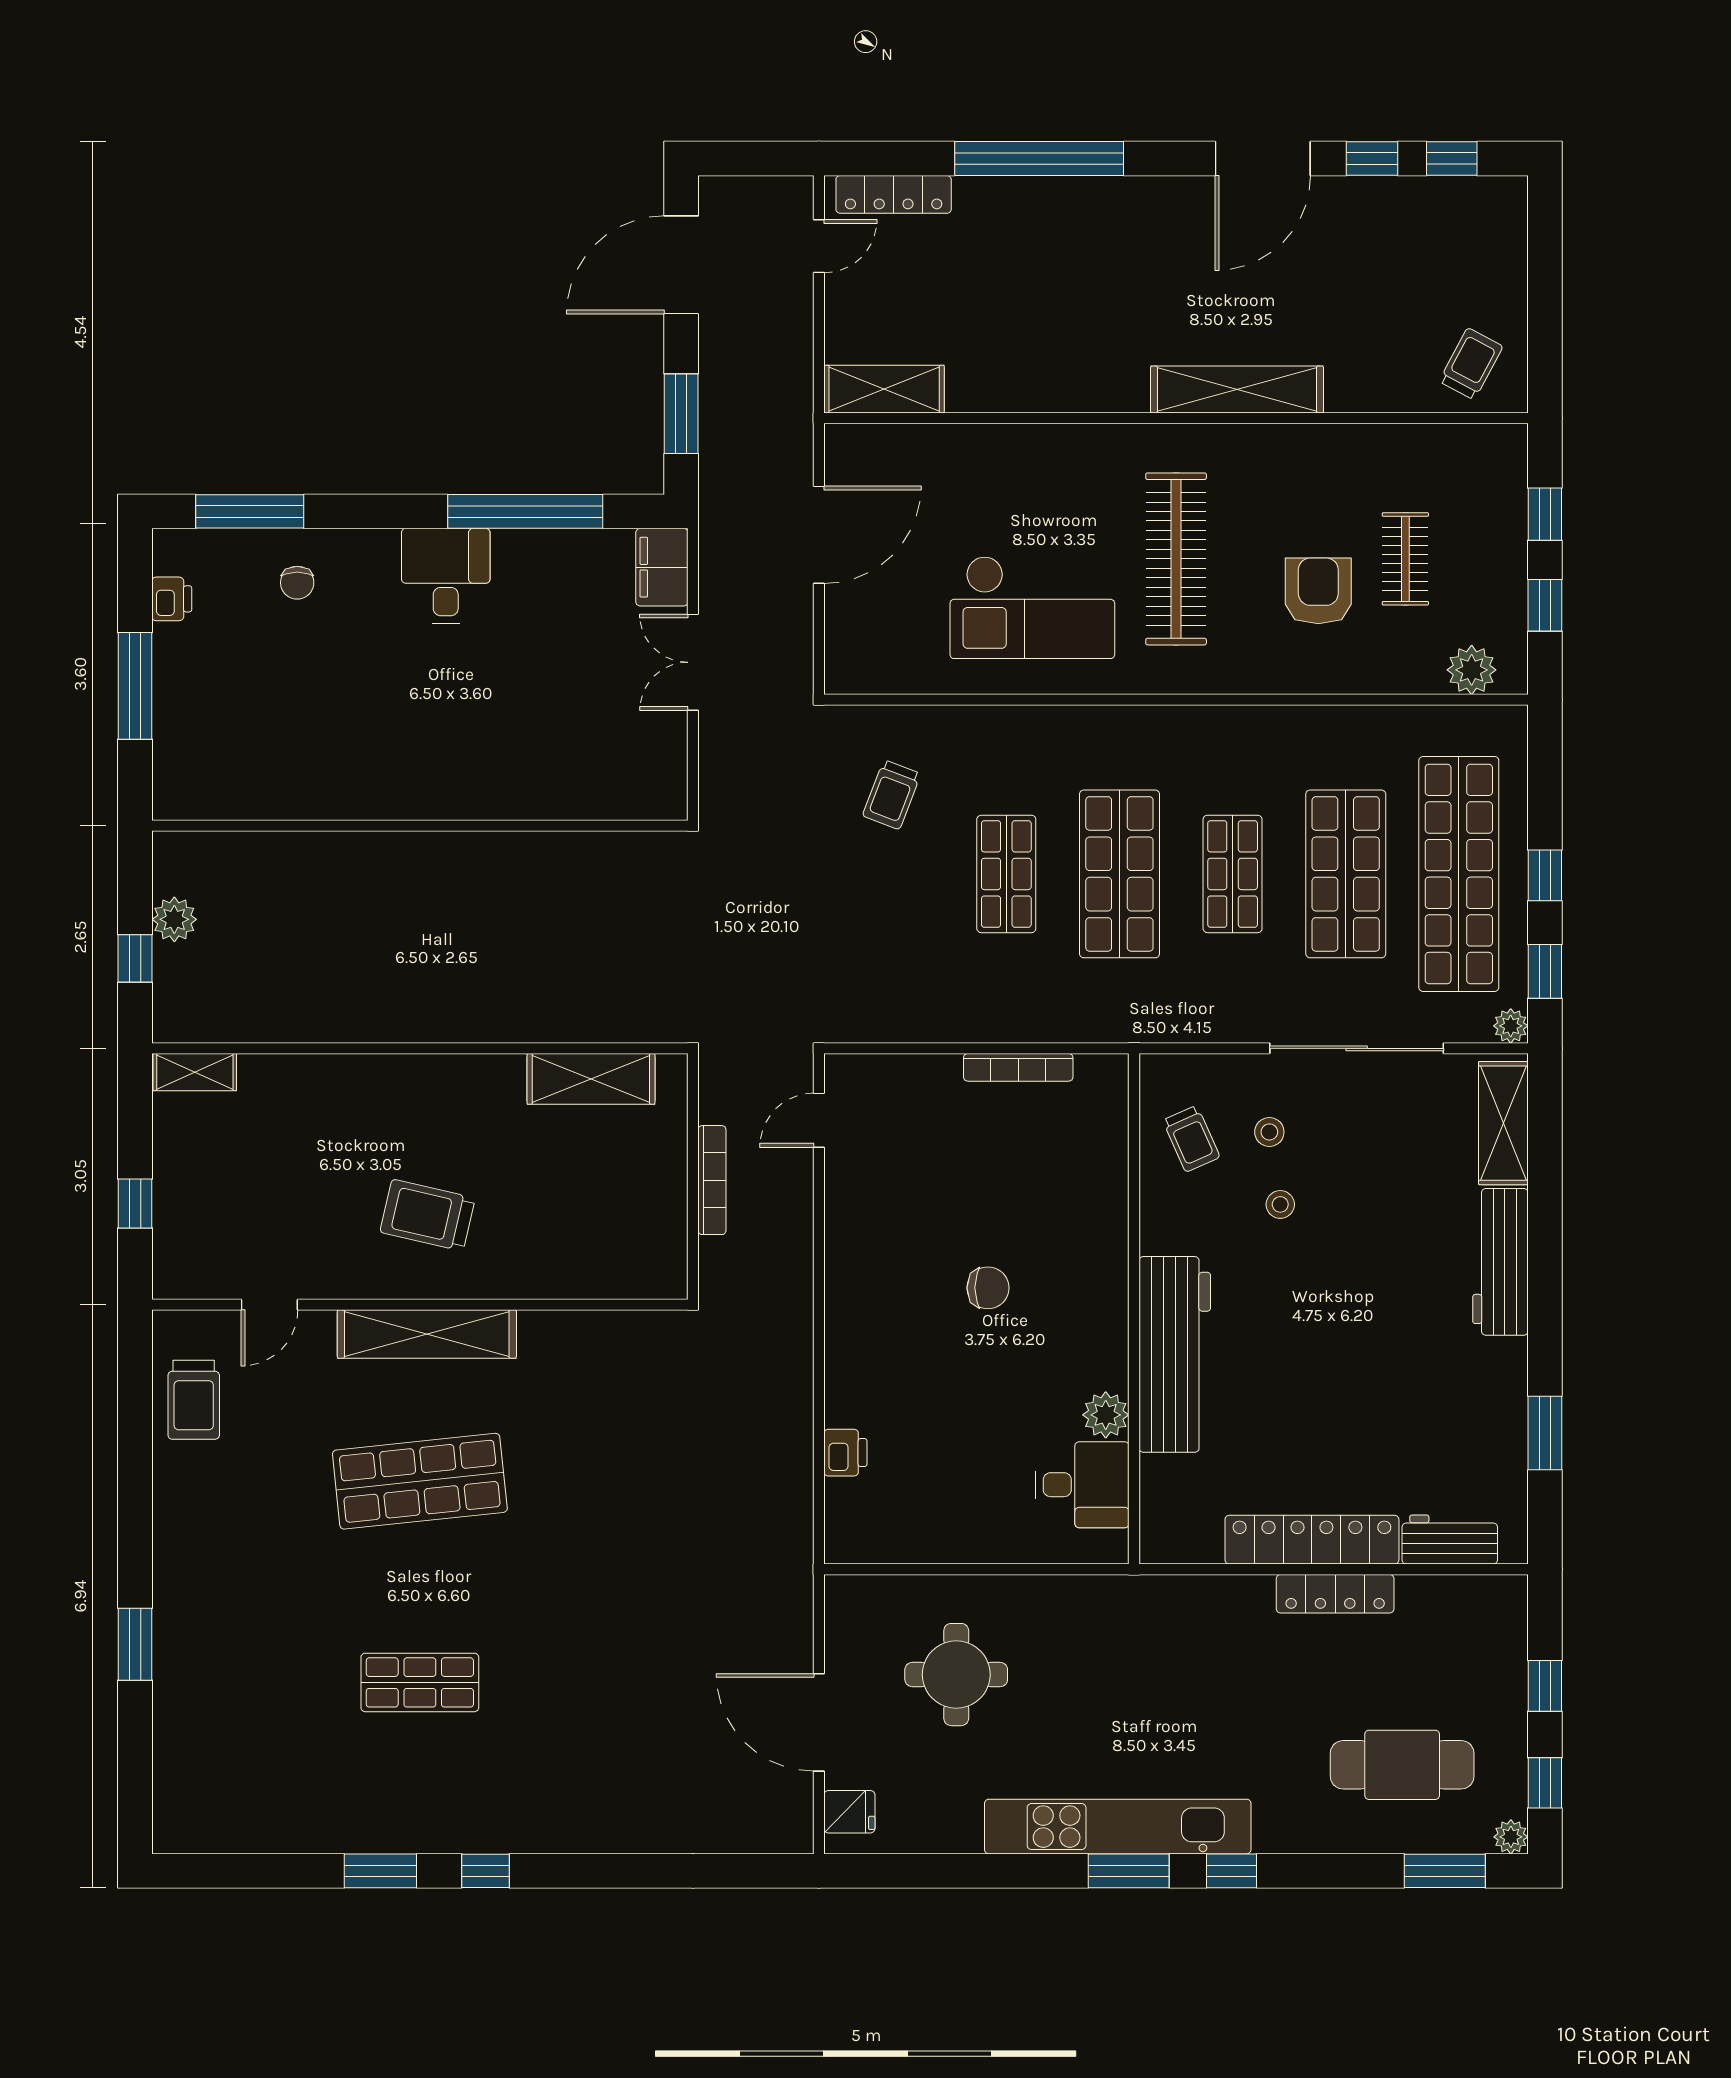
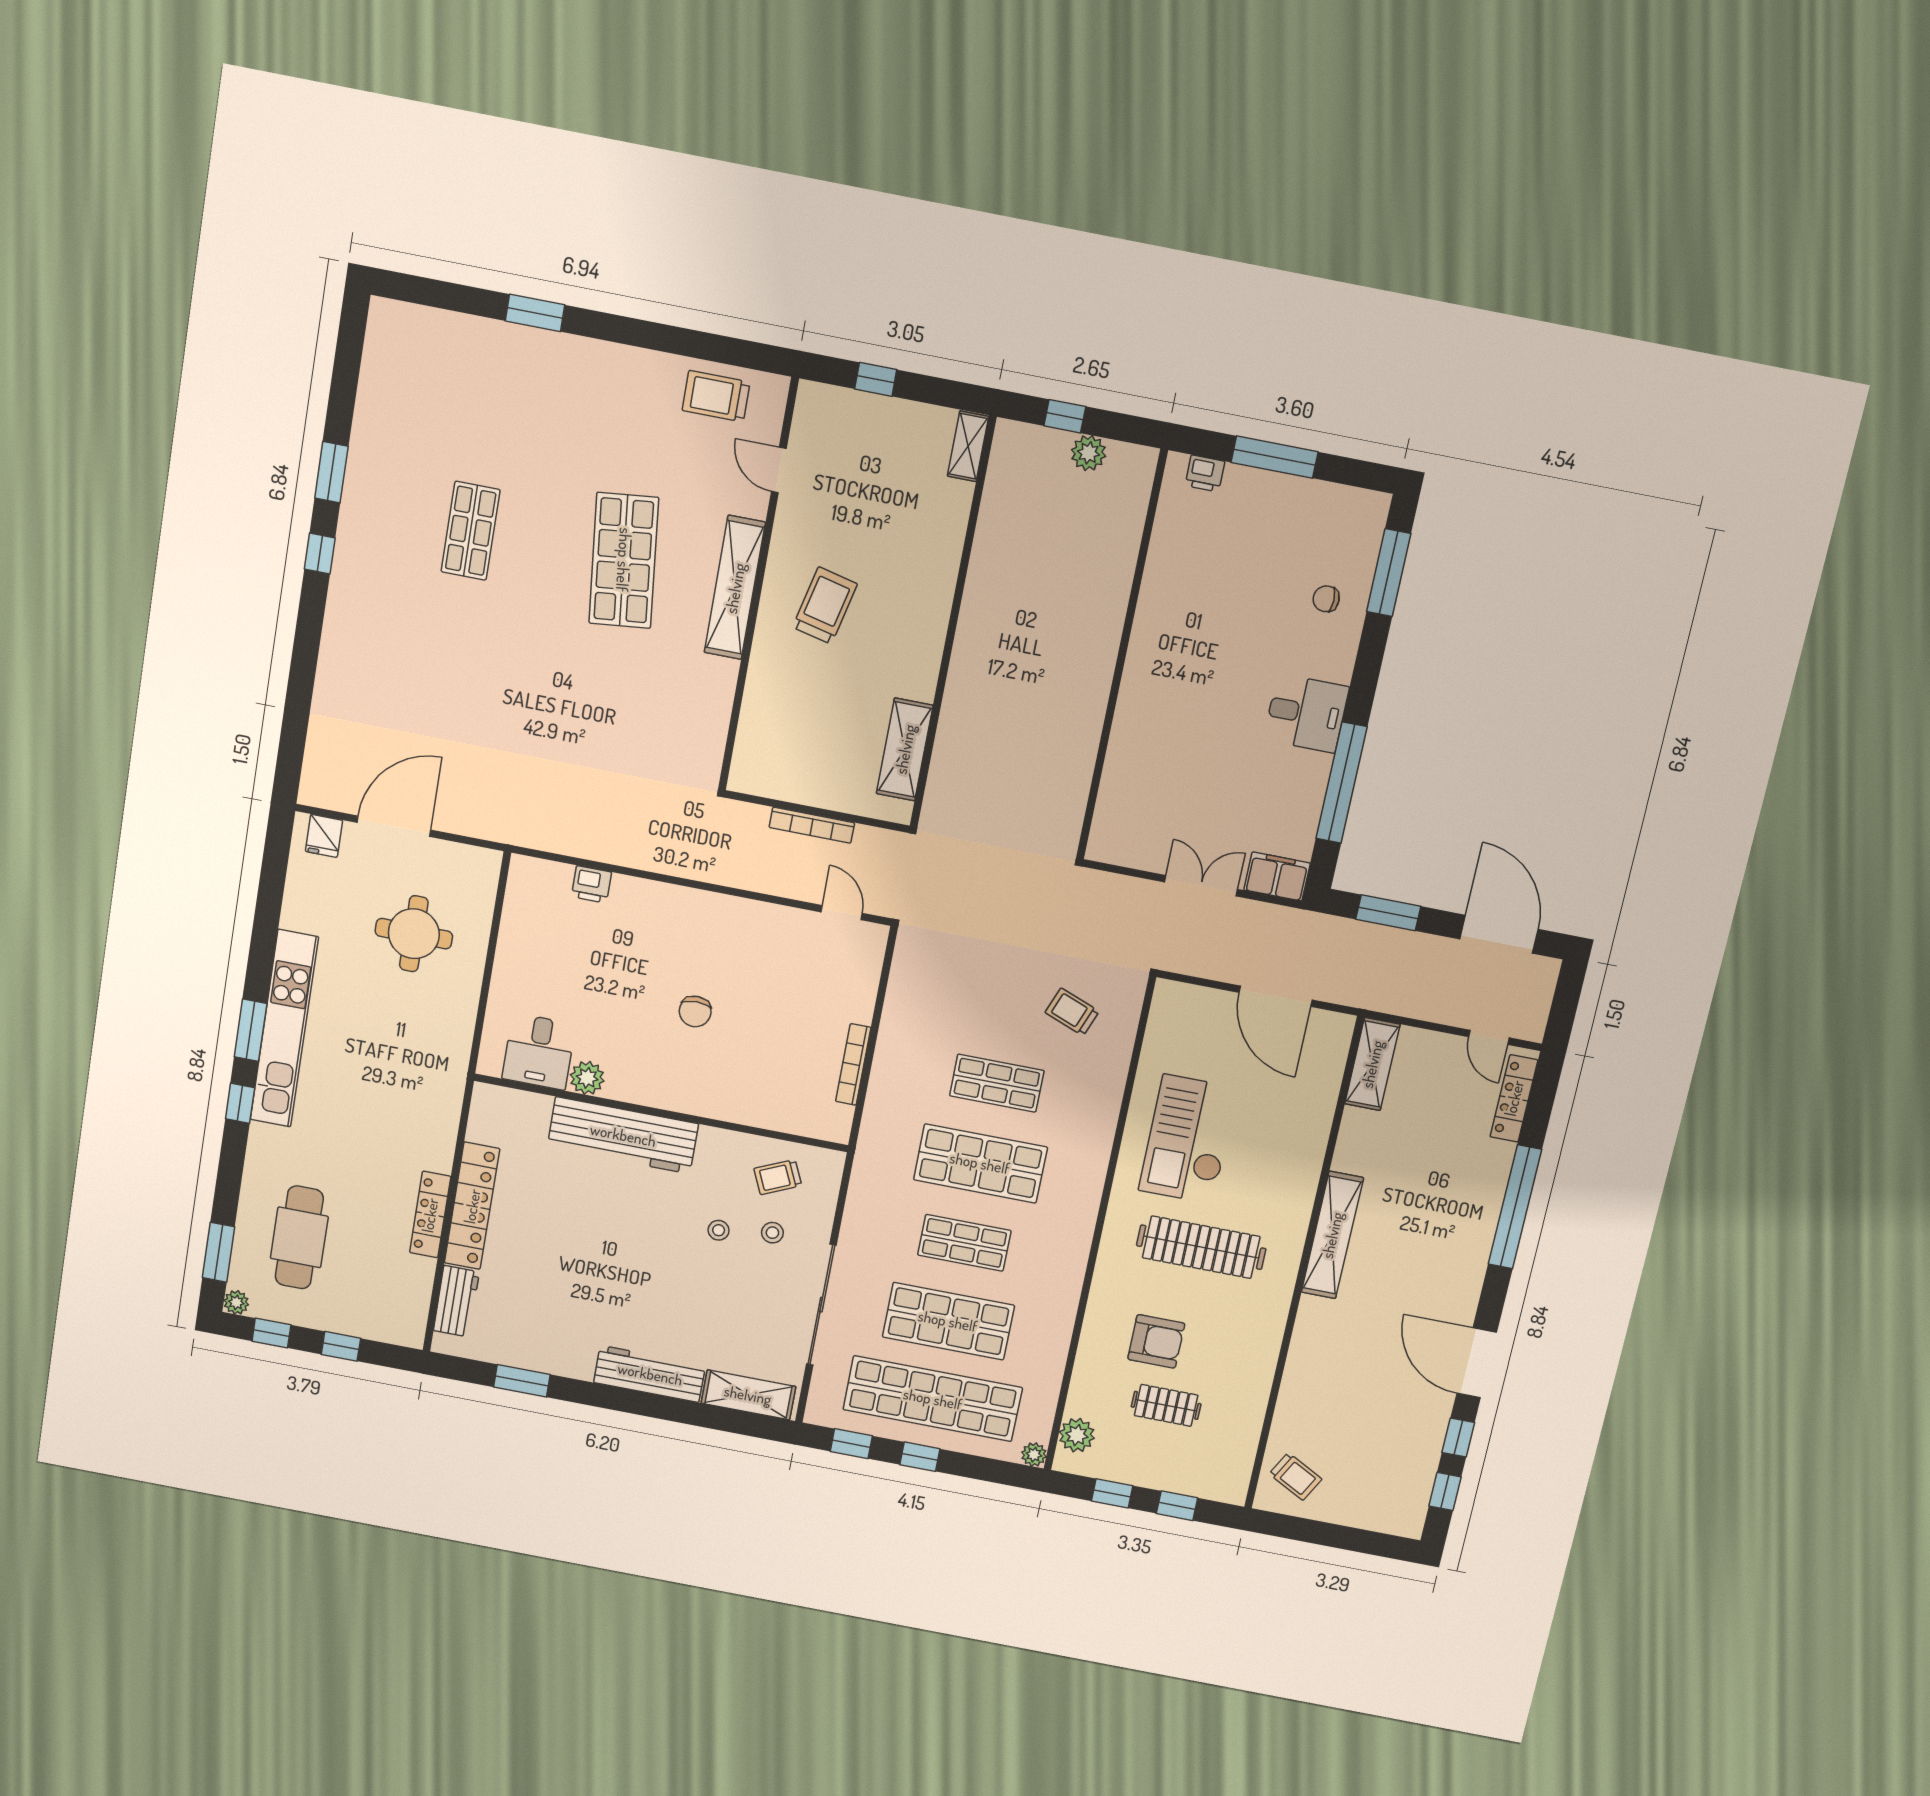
shelving: (1237, 390) -> (1332, 1235), moved
printer: (172, 599) -> (1205, 474), moved
plant: (1511, 1026) -> (1034, 1455), moved

